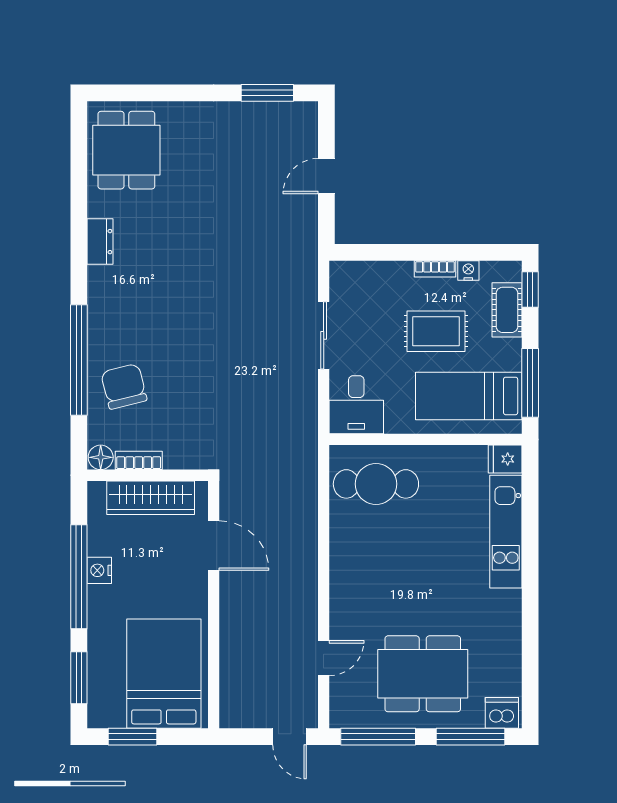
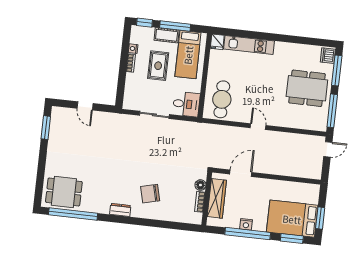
dresser: (100, 242) -> (120, 210), moved
cot: (507, 310) -> (167, 35), moved
window: (79, 360) -> (73, 214), moved
window: (530, 383) -> (175, 26), moved
chair: (124, 386) -> (150, 194), moved
floor lamp: (101, 457) -> (200, 185), moved
door: (324, 658) -> (258, 127), moved
bed: (164, 674) -> (292, 219), moved
dining table: (423, 674) -> (307, 88), turned 90

